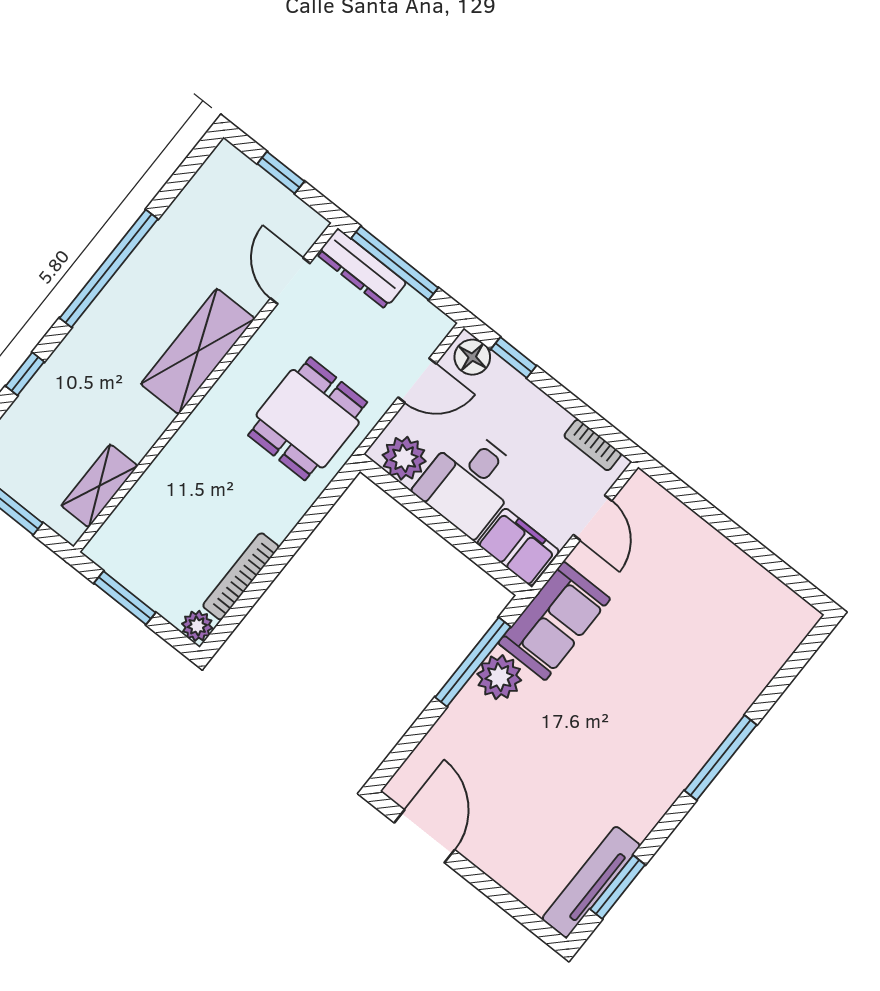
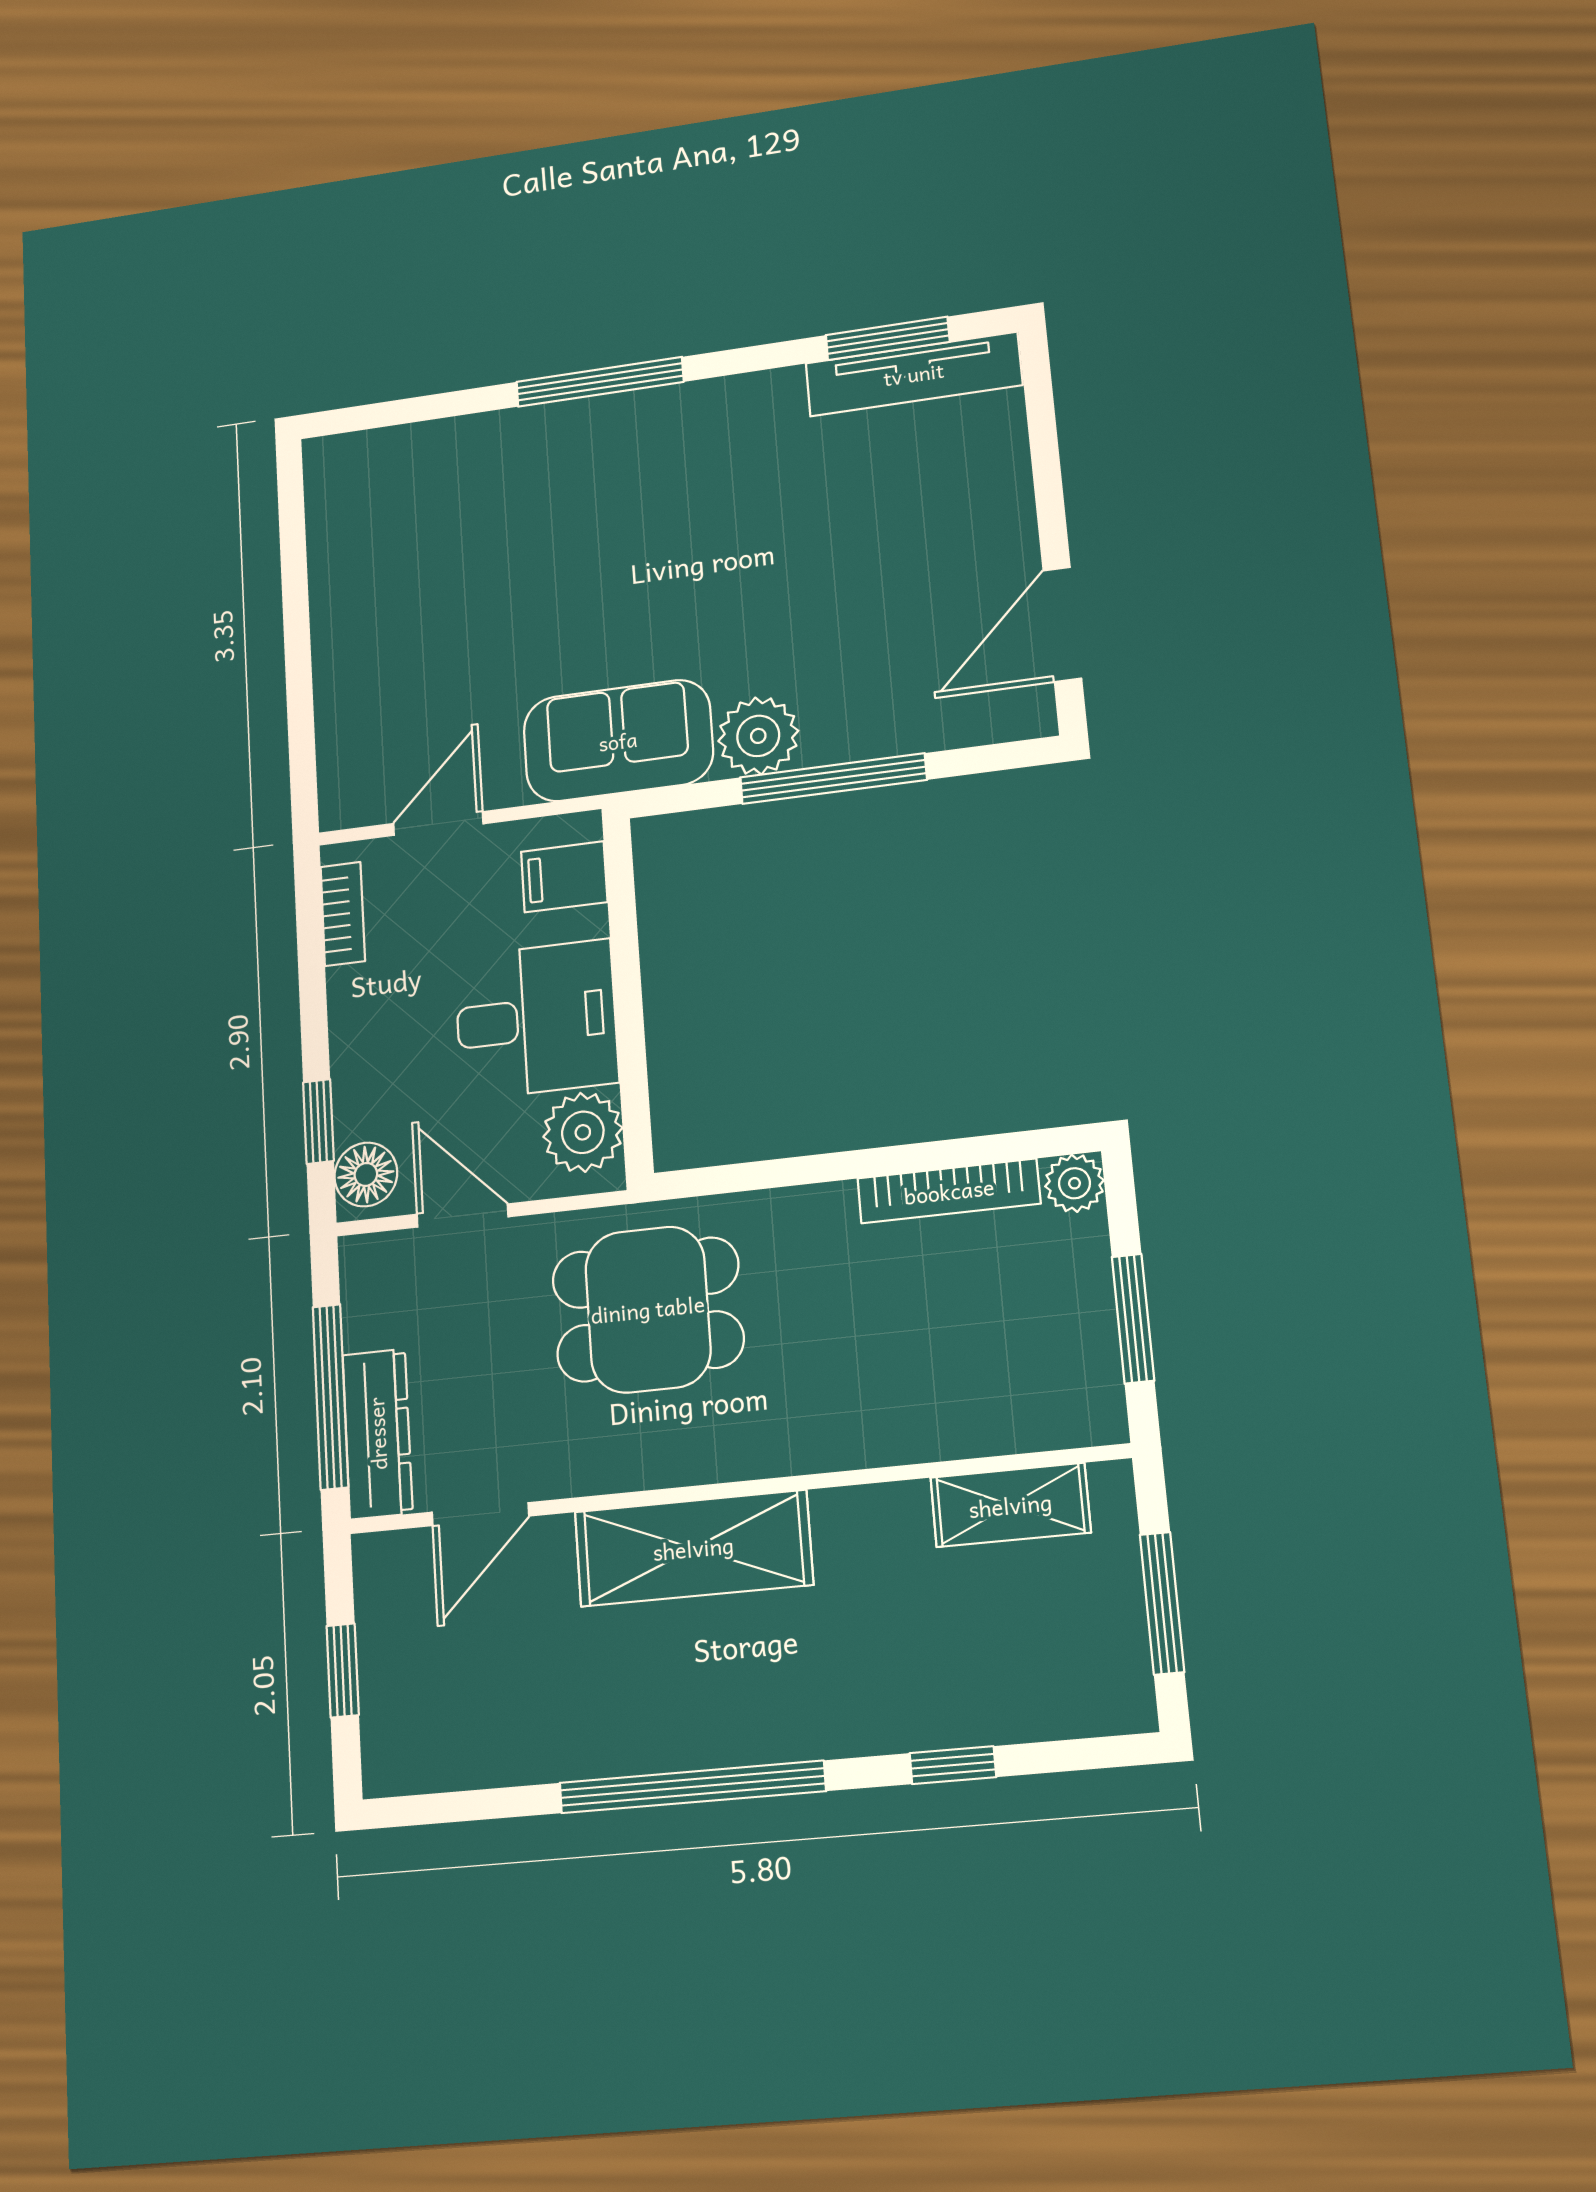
filing cabinet: (518, 547) -> (564, 877), width x0.50
window: (473, 662) -> (833, 779), moved

